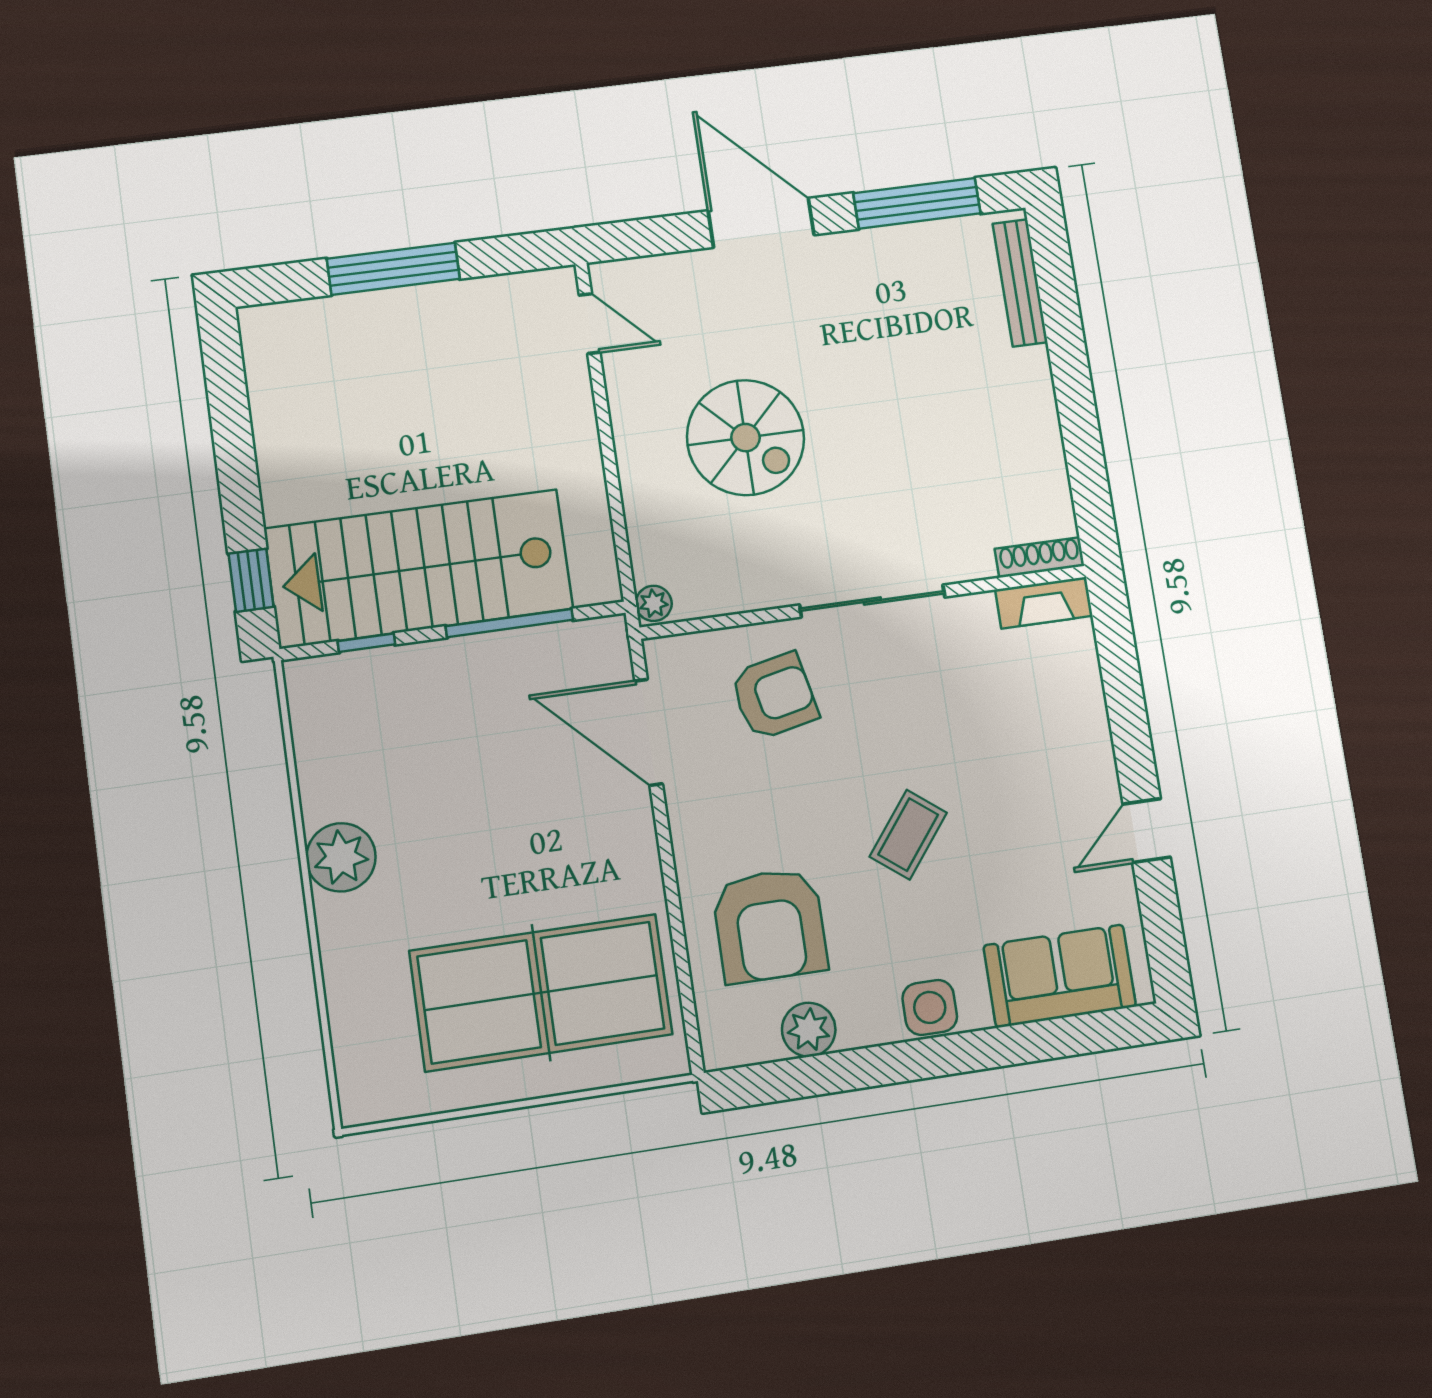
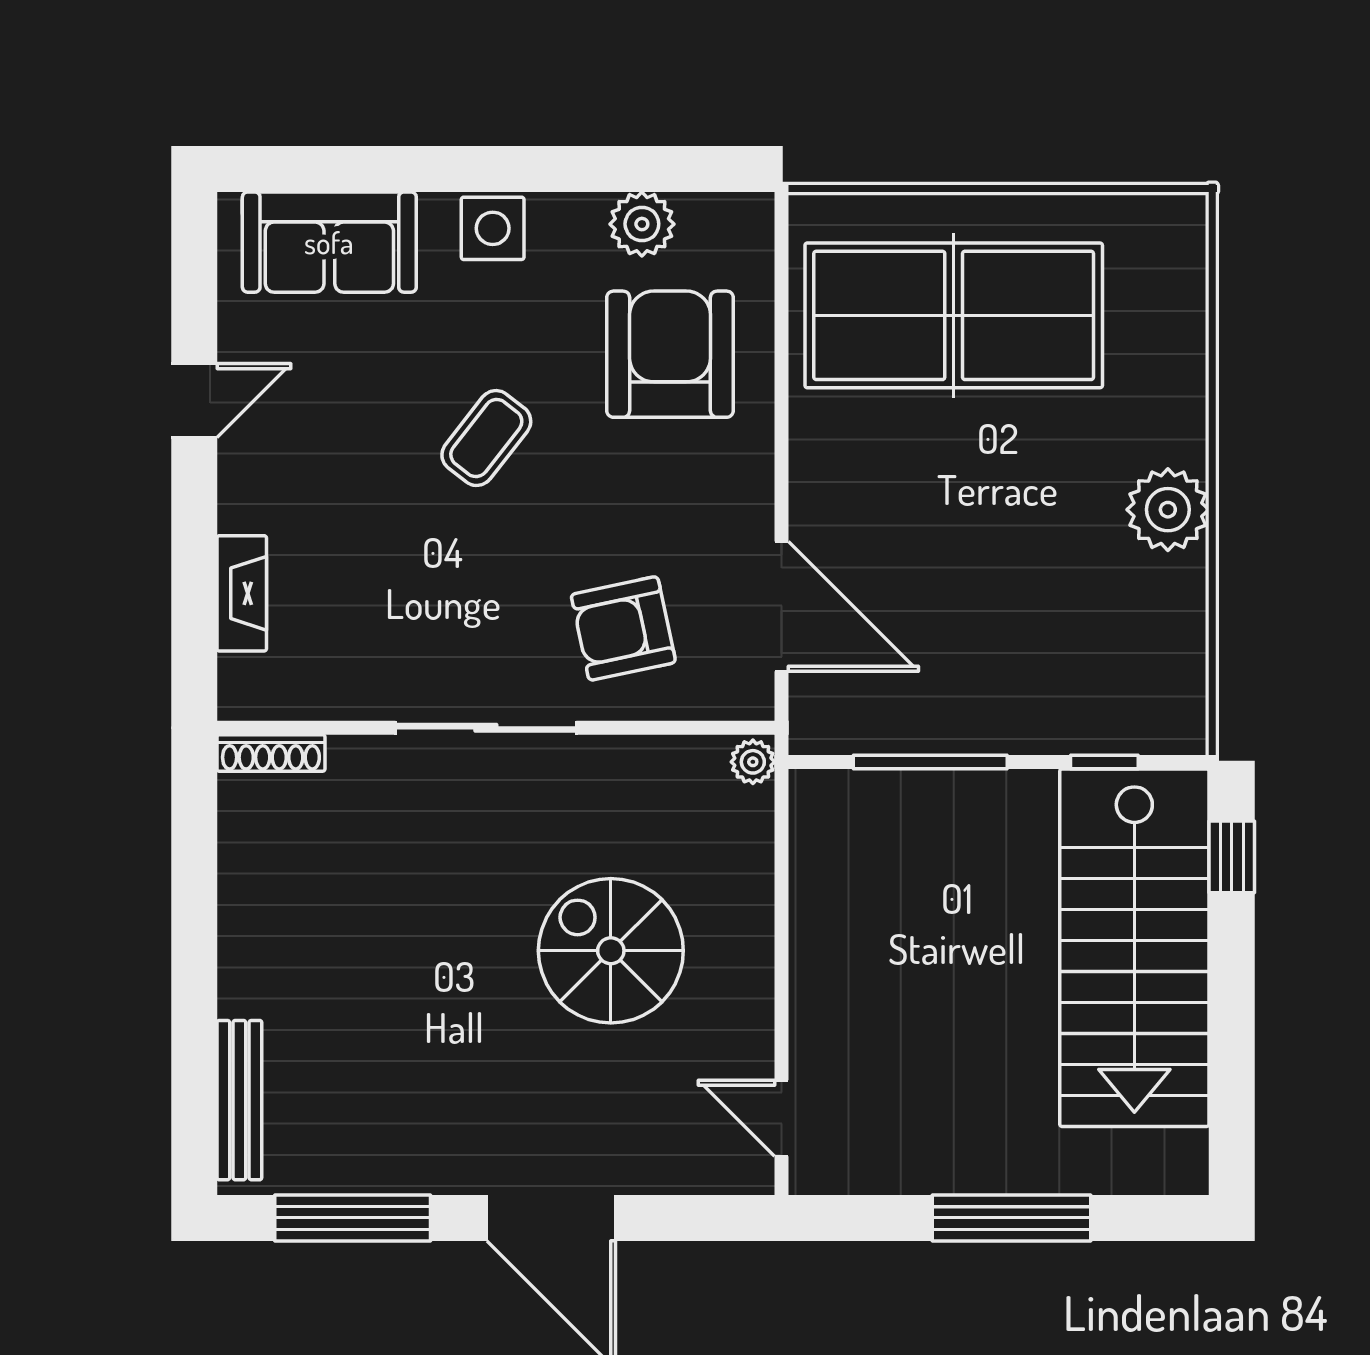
stairs: (419, 569) -> (1134, 948), moved, turned 90
fireplace: (1044, 603) -> (242, 593), moved, turned 90

